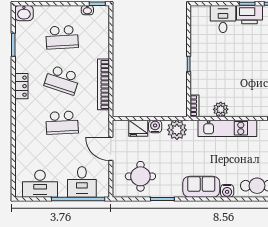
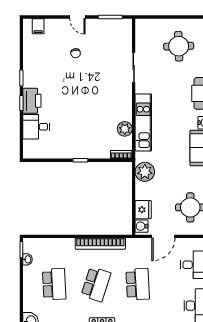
water cooler: (155, 126) -> (141, 226), moved

